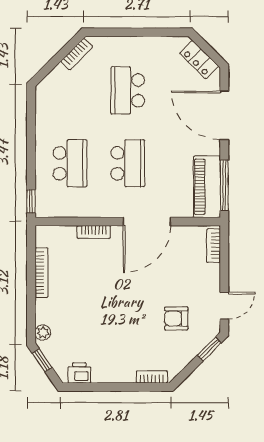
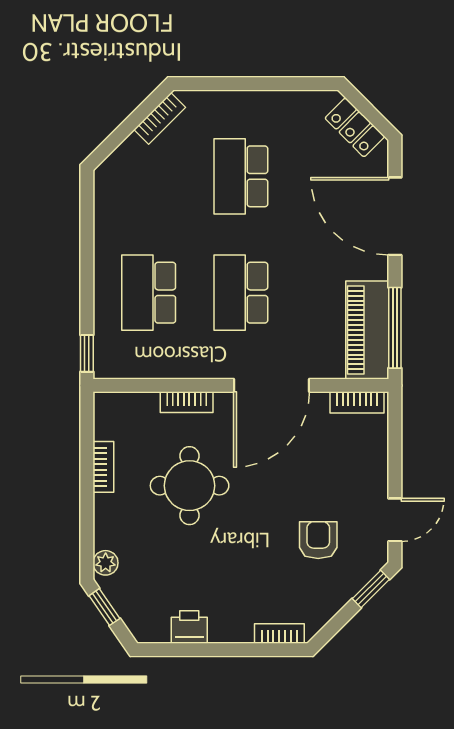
school desk: (70, 163) -> (149, 293), turned 180
school desk: (128, 163) -> (241, 293), turned 180
bookcase: (214, 246) -> (357, 402), moved, turned -90
bookcase: (41, 273) -> (103, 467), width x0.64
round table: (96, 284) -> (190, 486), added
armchair: (176, 318) -> (318, 540), turned 90
printer: (79, 373) -> (189, 627), moved

